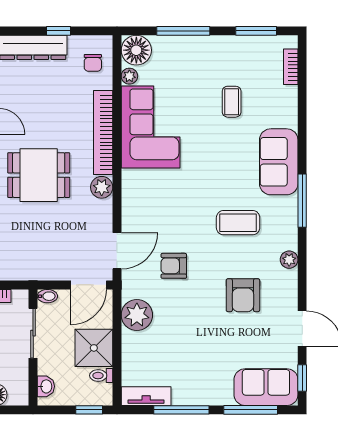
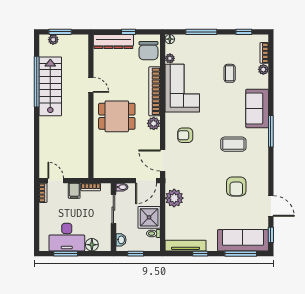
window: (256, 31) -> (244, 32), width x0.67
floor lamp: (136, 50) -> (170, 39), width x0.53, depth x0.53
chair: (93, 63) -> (148, 51), width x1.87, depth x1.87
door: (117, 251) -> (163, 161), swing flipped
plant: (289, 260) -> (263, 69), moved
armchair: (174, 266) -> (185, 135), moved
sofa: (266, 387) -> (243, 240), width x1.36
tv unit: (146, 396) -> (186, 246), width x1.41
window: (89, 410) -> (136, 254), moved
window: (181, 410) -> (200, 254), width x0.46

